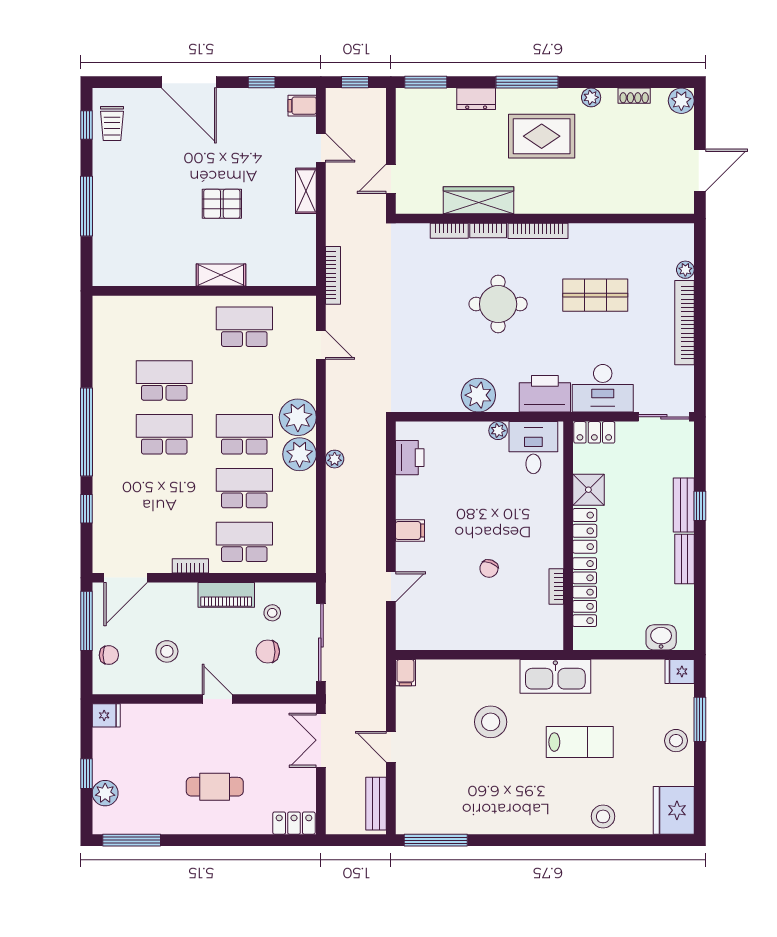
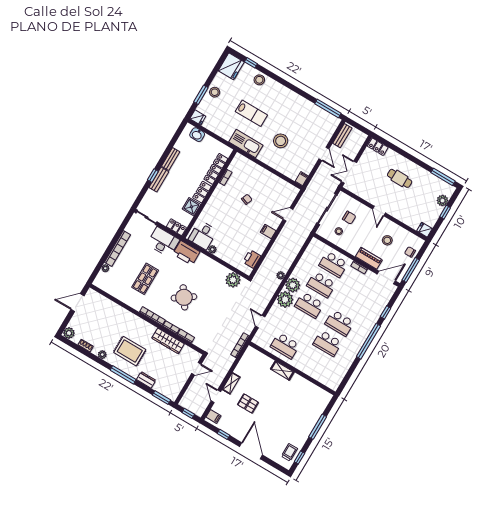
pallet: (222, 204) -> (248, 403), moved
shop shelf: (595, 295) -> (145, 279), turned 90
round table: (498, 304) -> (184, 297), turned -35
plant: (478, 395) -> (233, 280), moved
piano: (226, 595) -> (369, 258), moved
double door: (321, 740) -> (349, 172), swing flipped
lab bench: (580, 742) -> (251, 113), turned 180
window: (639, 840) -> (251, 63), added

